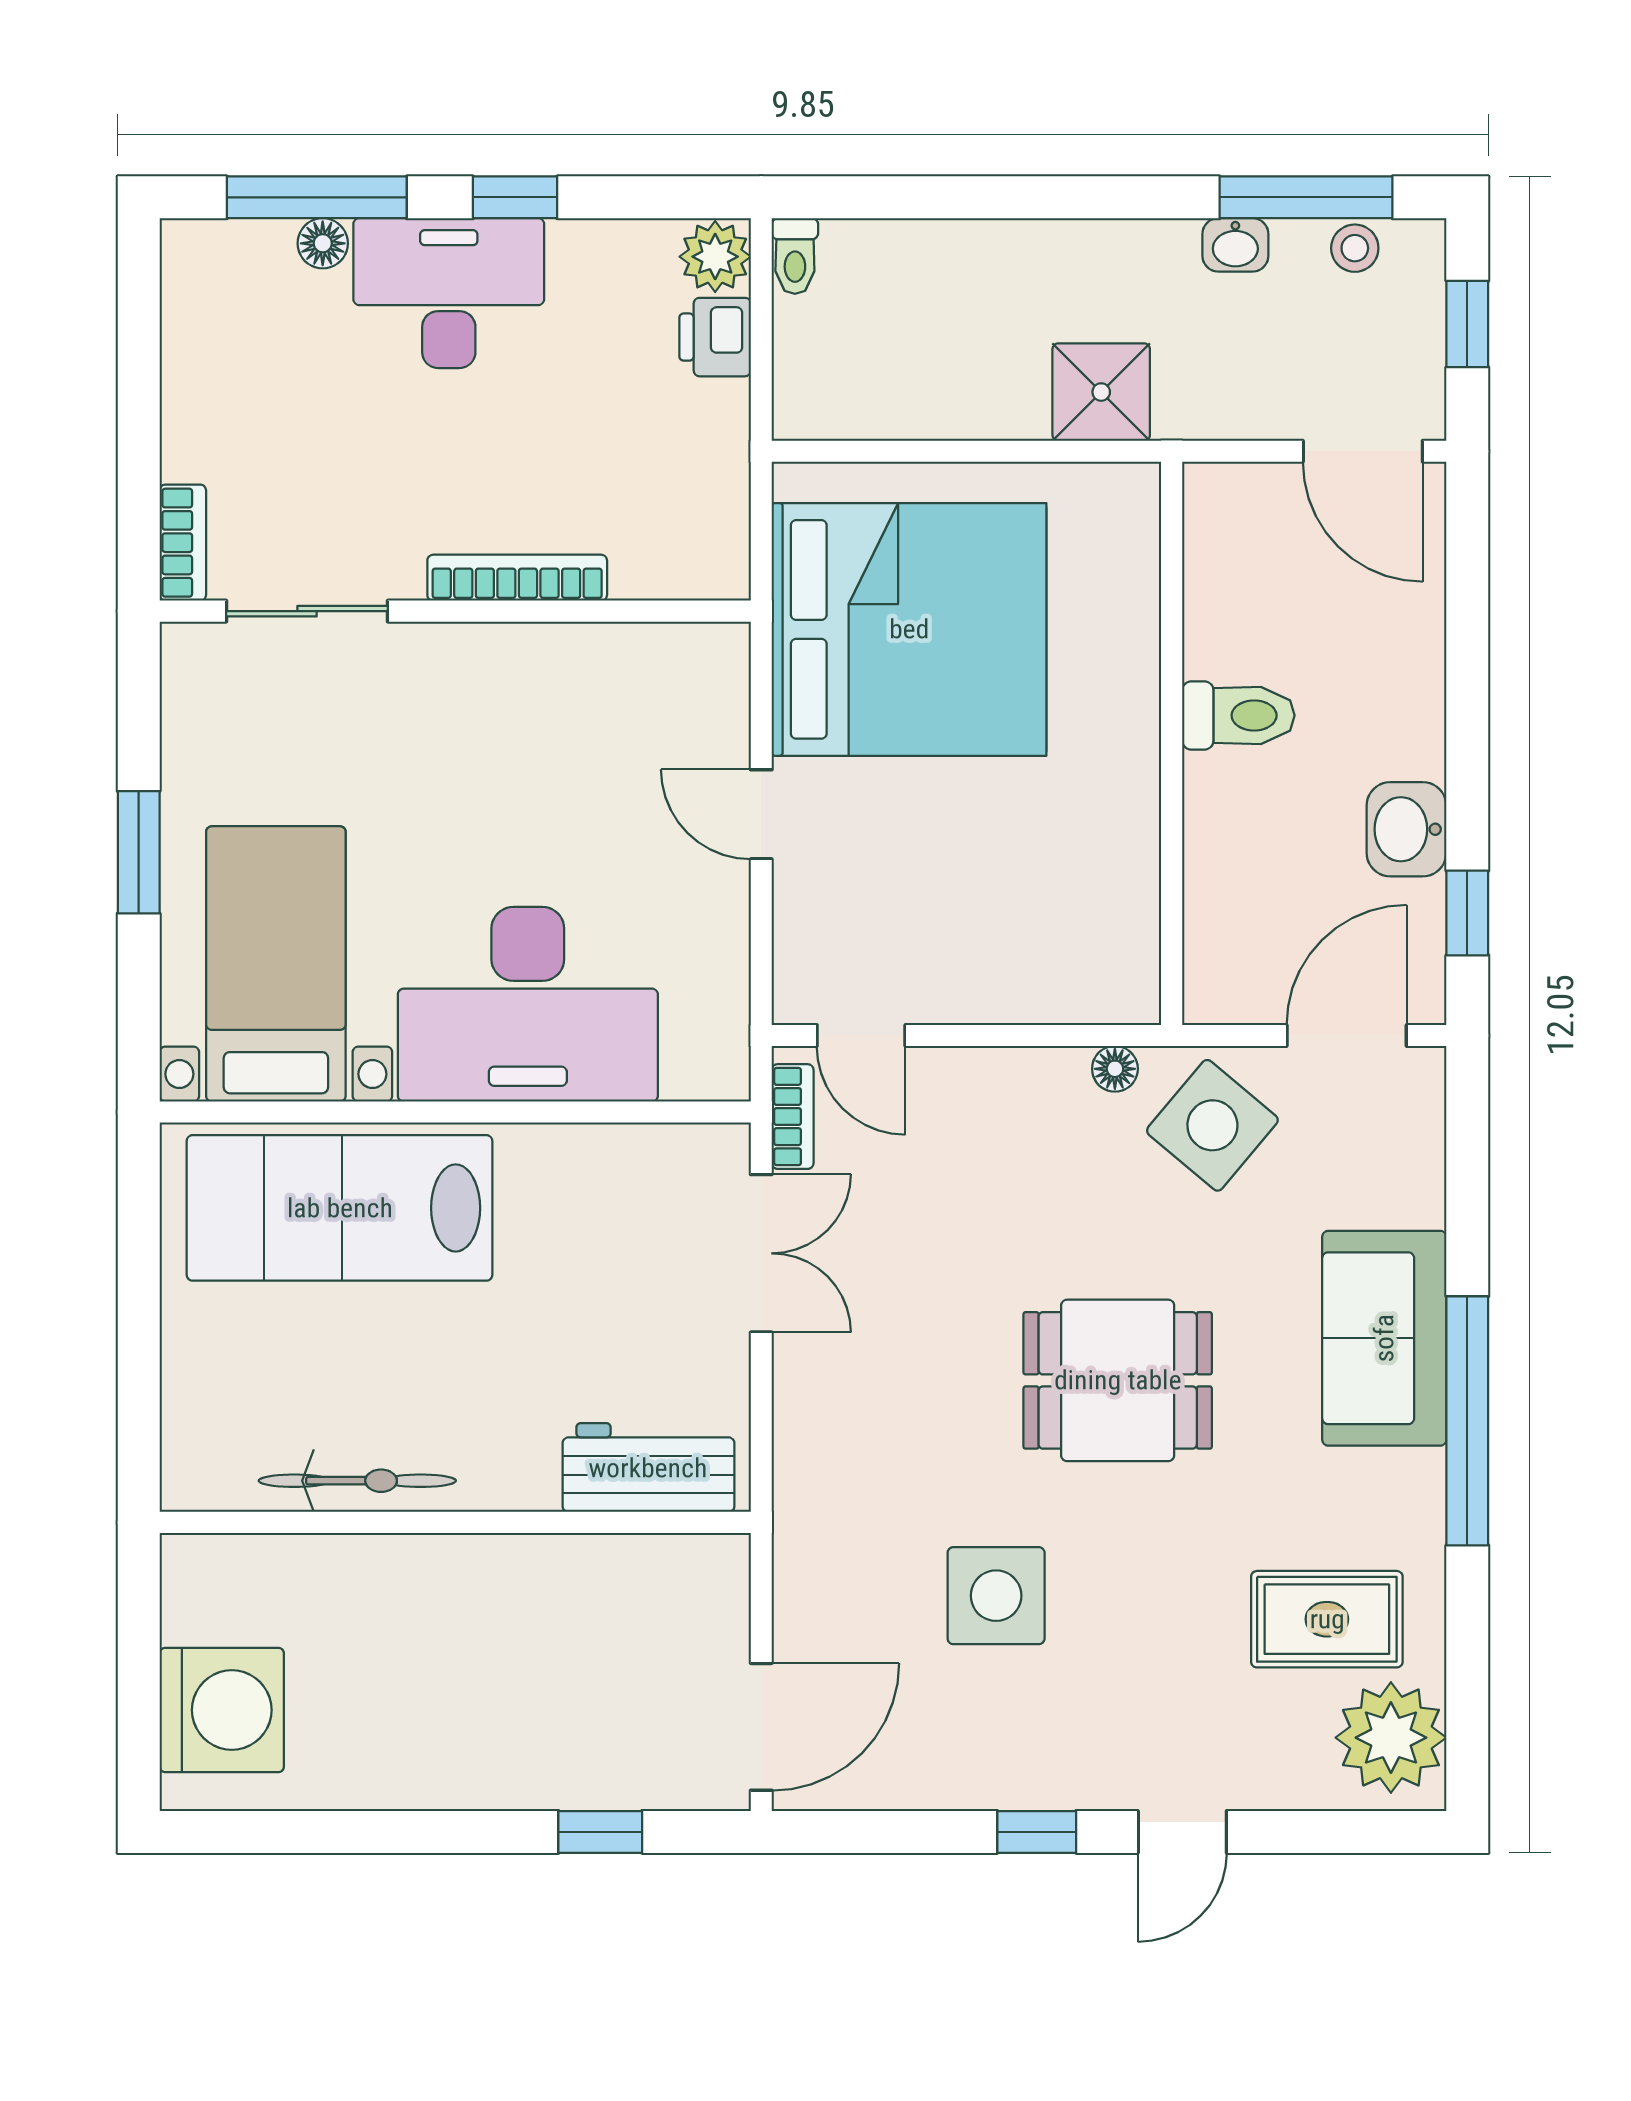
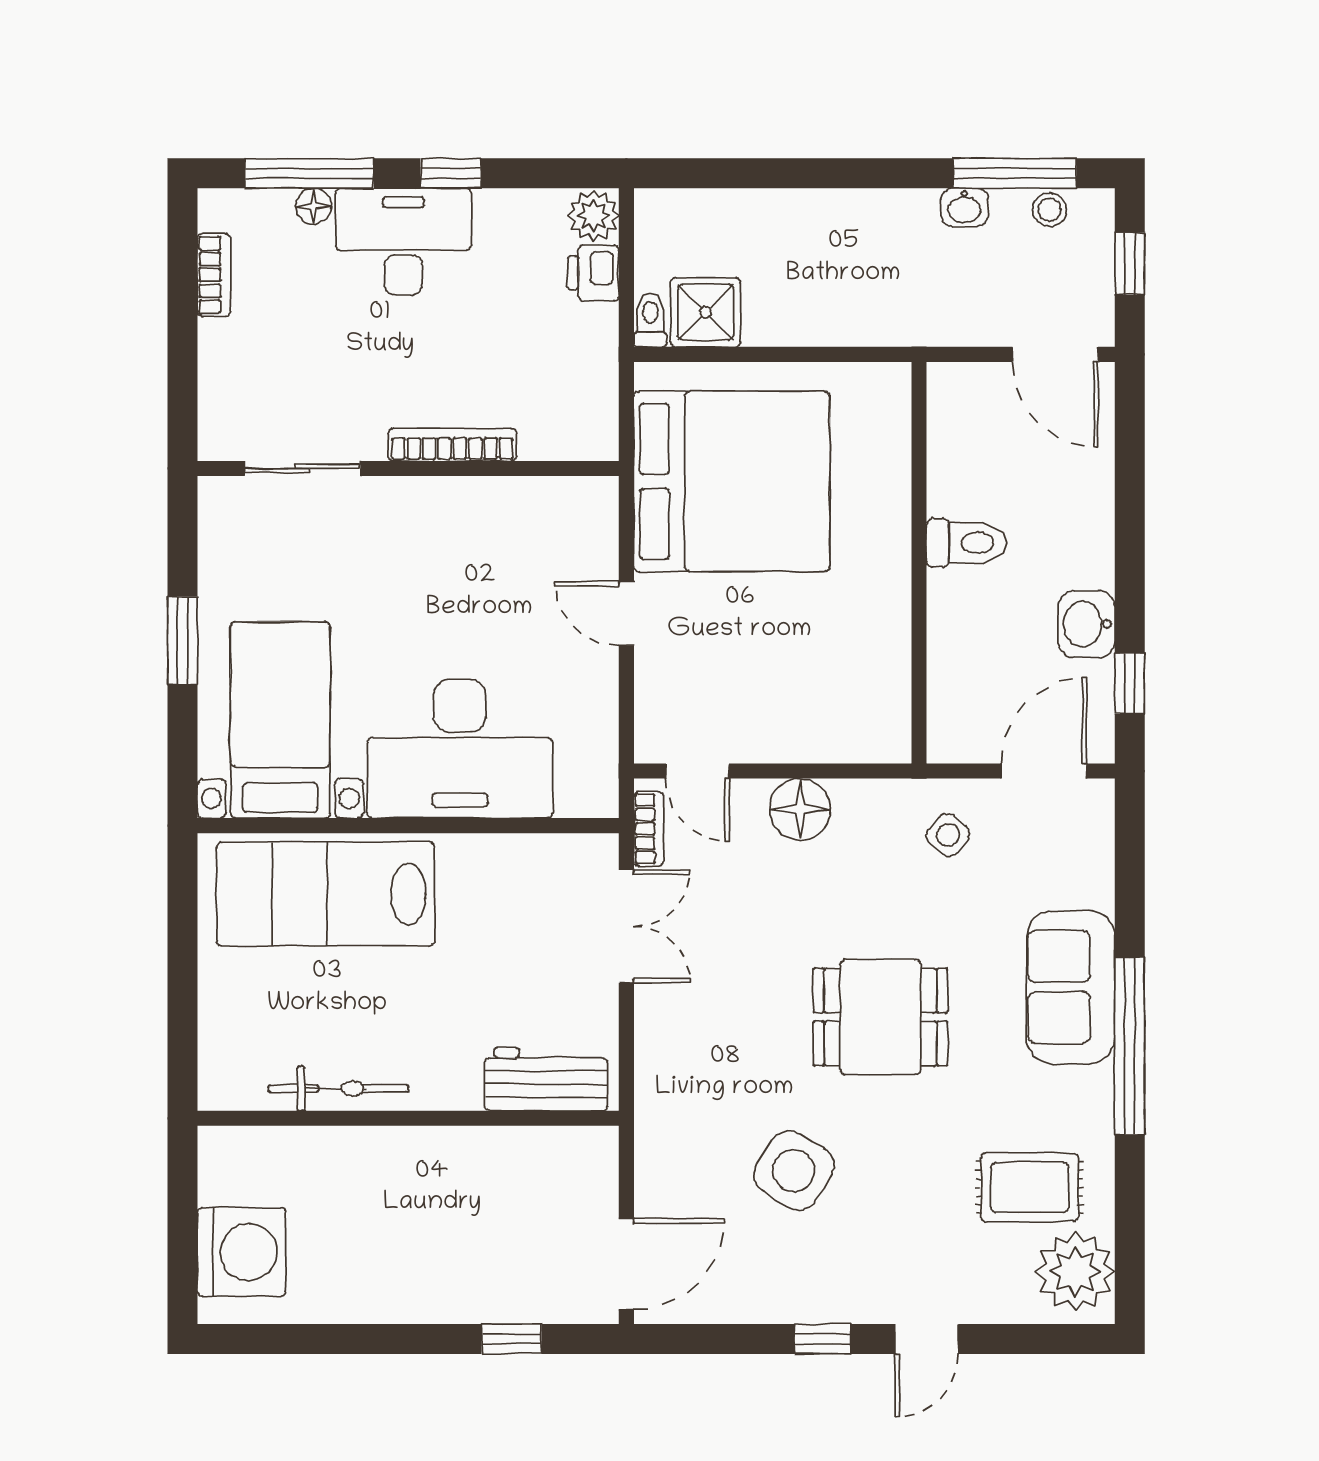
toilet: (795, 256) -> (650, 320), moved, turned 180
shower: (1101, 392) -> (706, 312), moved
bookcase: (183, 543) -> (214, 275), moved
floor lamp: (1115, 1069) -> (800, 809), moved, width x1.89, depth x1.89
side table: (1212, 1125) -> (948, 835), width x0.54, depth x0.54
side table: (996, 1596) -> (794, 1171), turned 32

